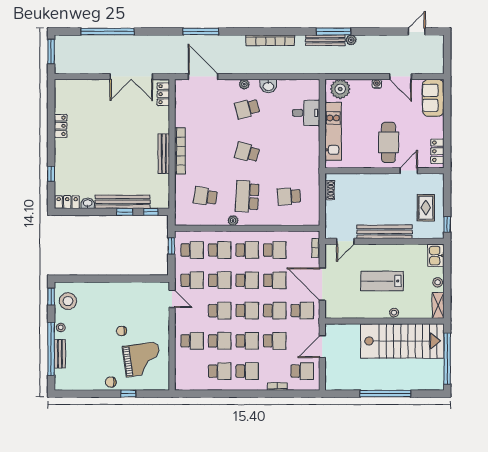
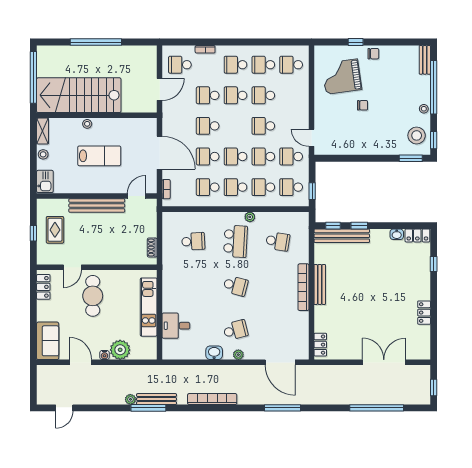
window: (51, 52) -> (434, 388), width x0.67
double door: (131, 77) -> (384, 362), moved
plant: (340, 89) -> (120, 350), moved
bench: (123, 202) -> (342, 236), moved
window: (447, 224) -> (33, 233), moved
window: (74, 279) -> (411, 158), added
school desk: (247, 311) -> (236, 126), removed
school desk: (302, 311) -> (180, 126), removed
school desk: (192, 341) -> (291, 65), moved
bench: (60, 354) -> (425, 60), moved

